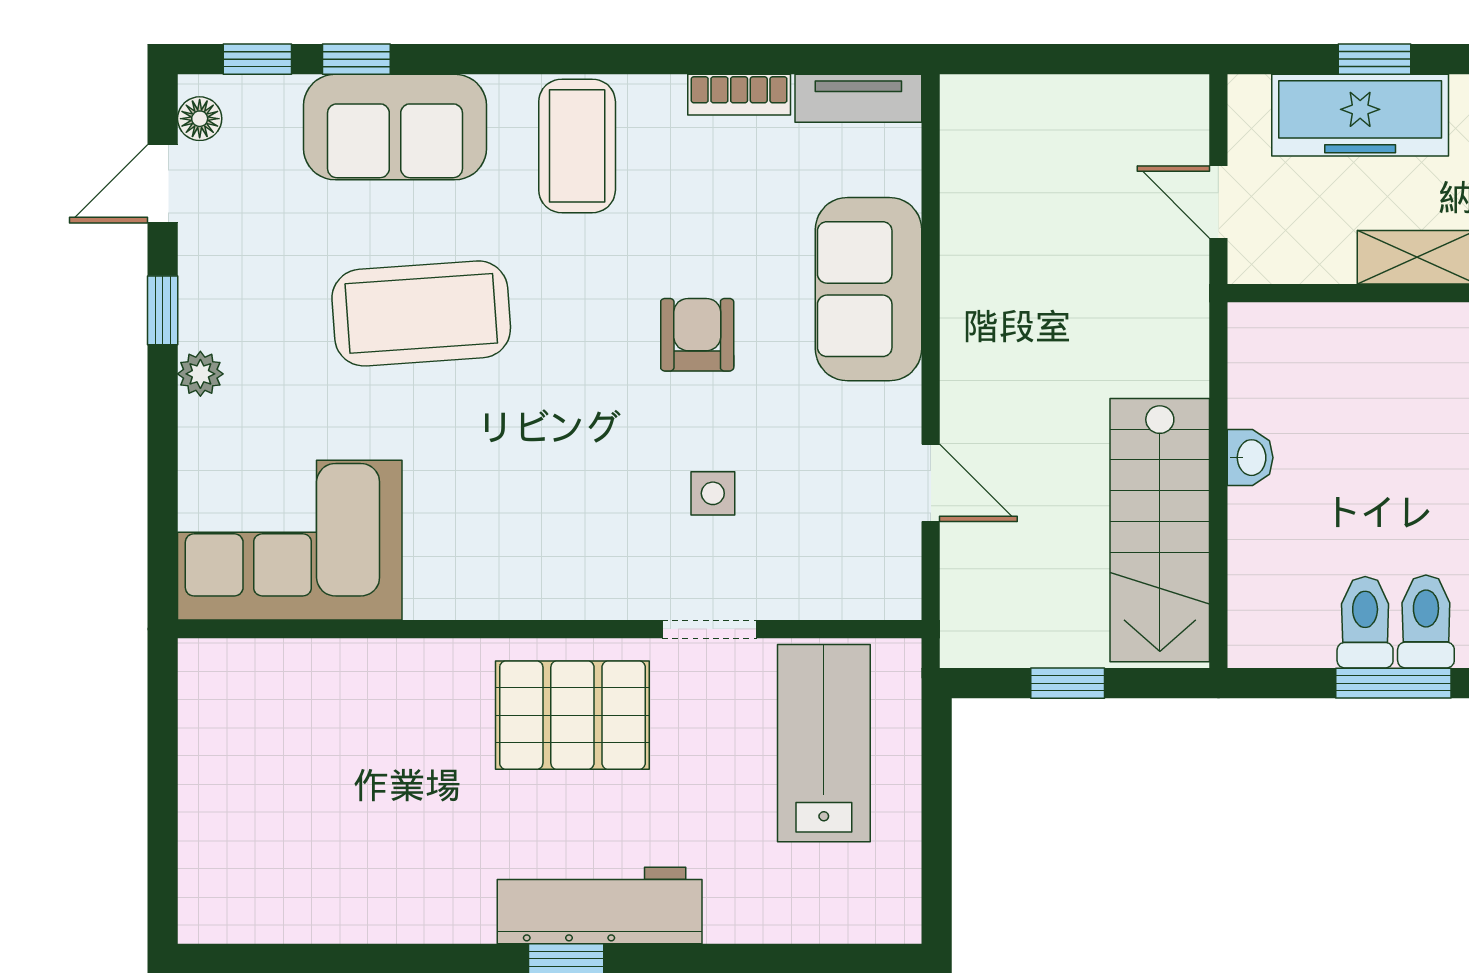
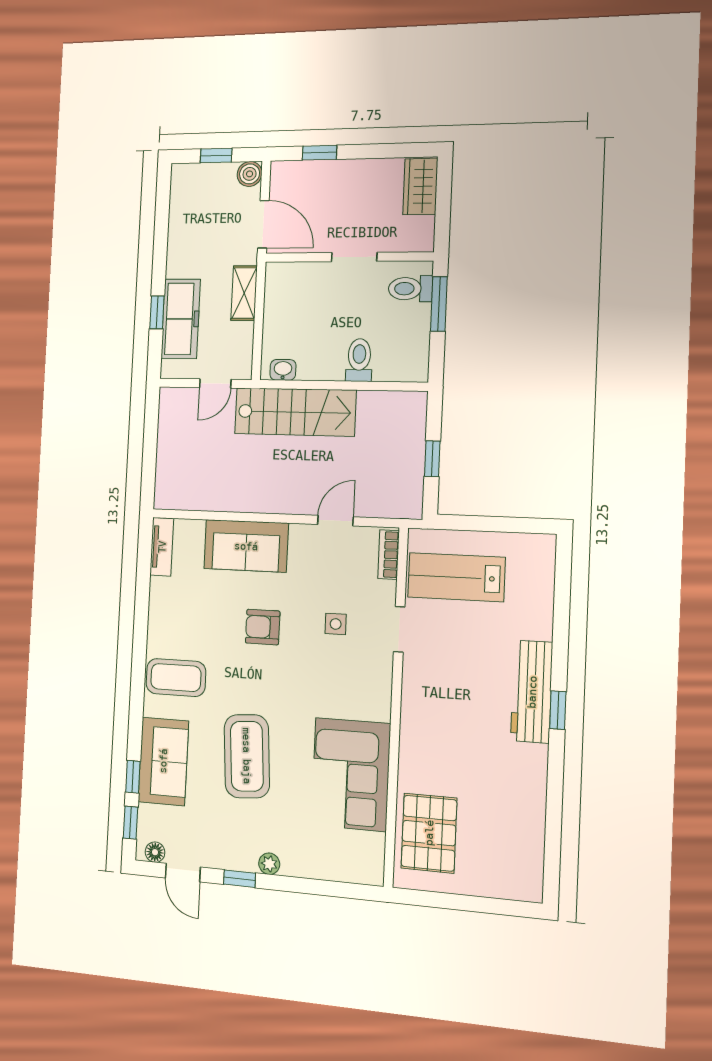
bookcase: (739, 95) -> (389, 555), moved, turned 180
washbasin: (1250, 458) -> (283, 370), moved
stairs: (1160, 530) -> (295, 412), moved
corner sofa: (290, 540) -> (351, 774), moved
toilet: (1365, 622) -> (359, 360), moved, turned 90
pallet: (572, 715) -> (429, 833), moved

